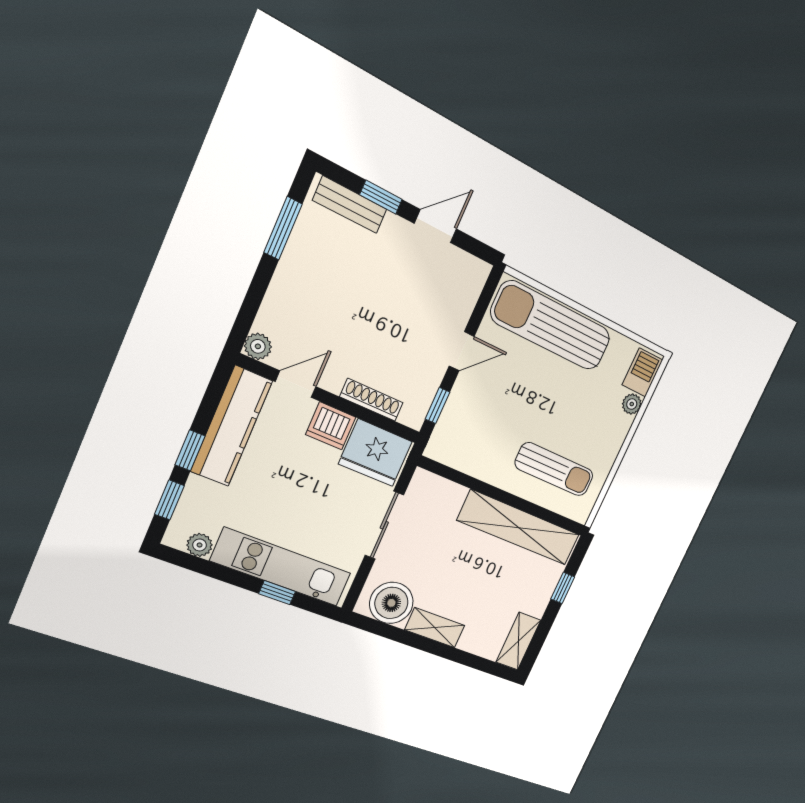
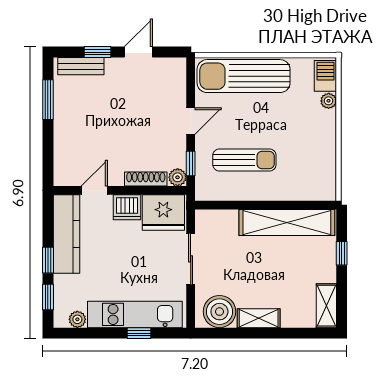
plant: (258, 346) -> (178, 177), moved
sun lounger: (554, 469) -> (244, 160), moved

